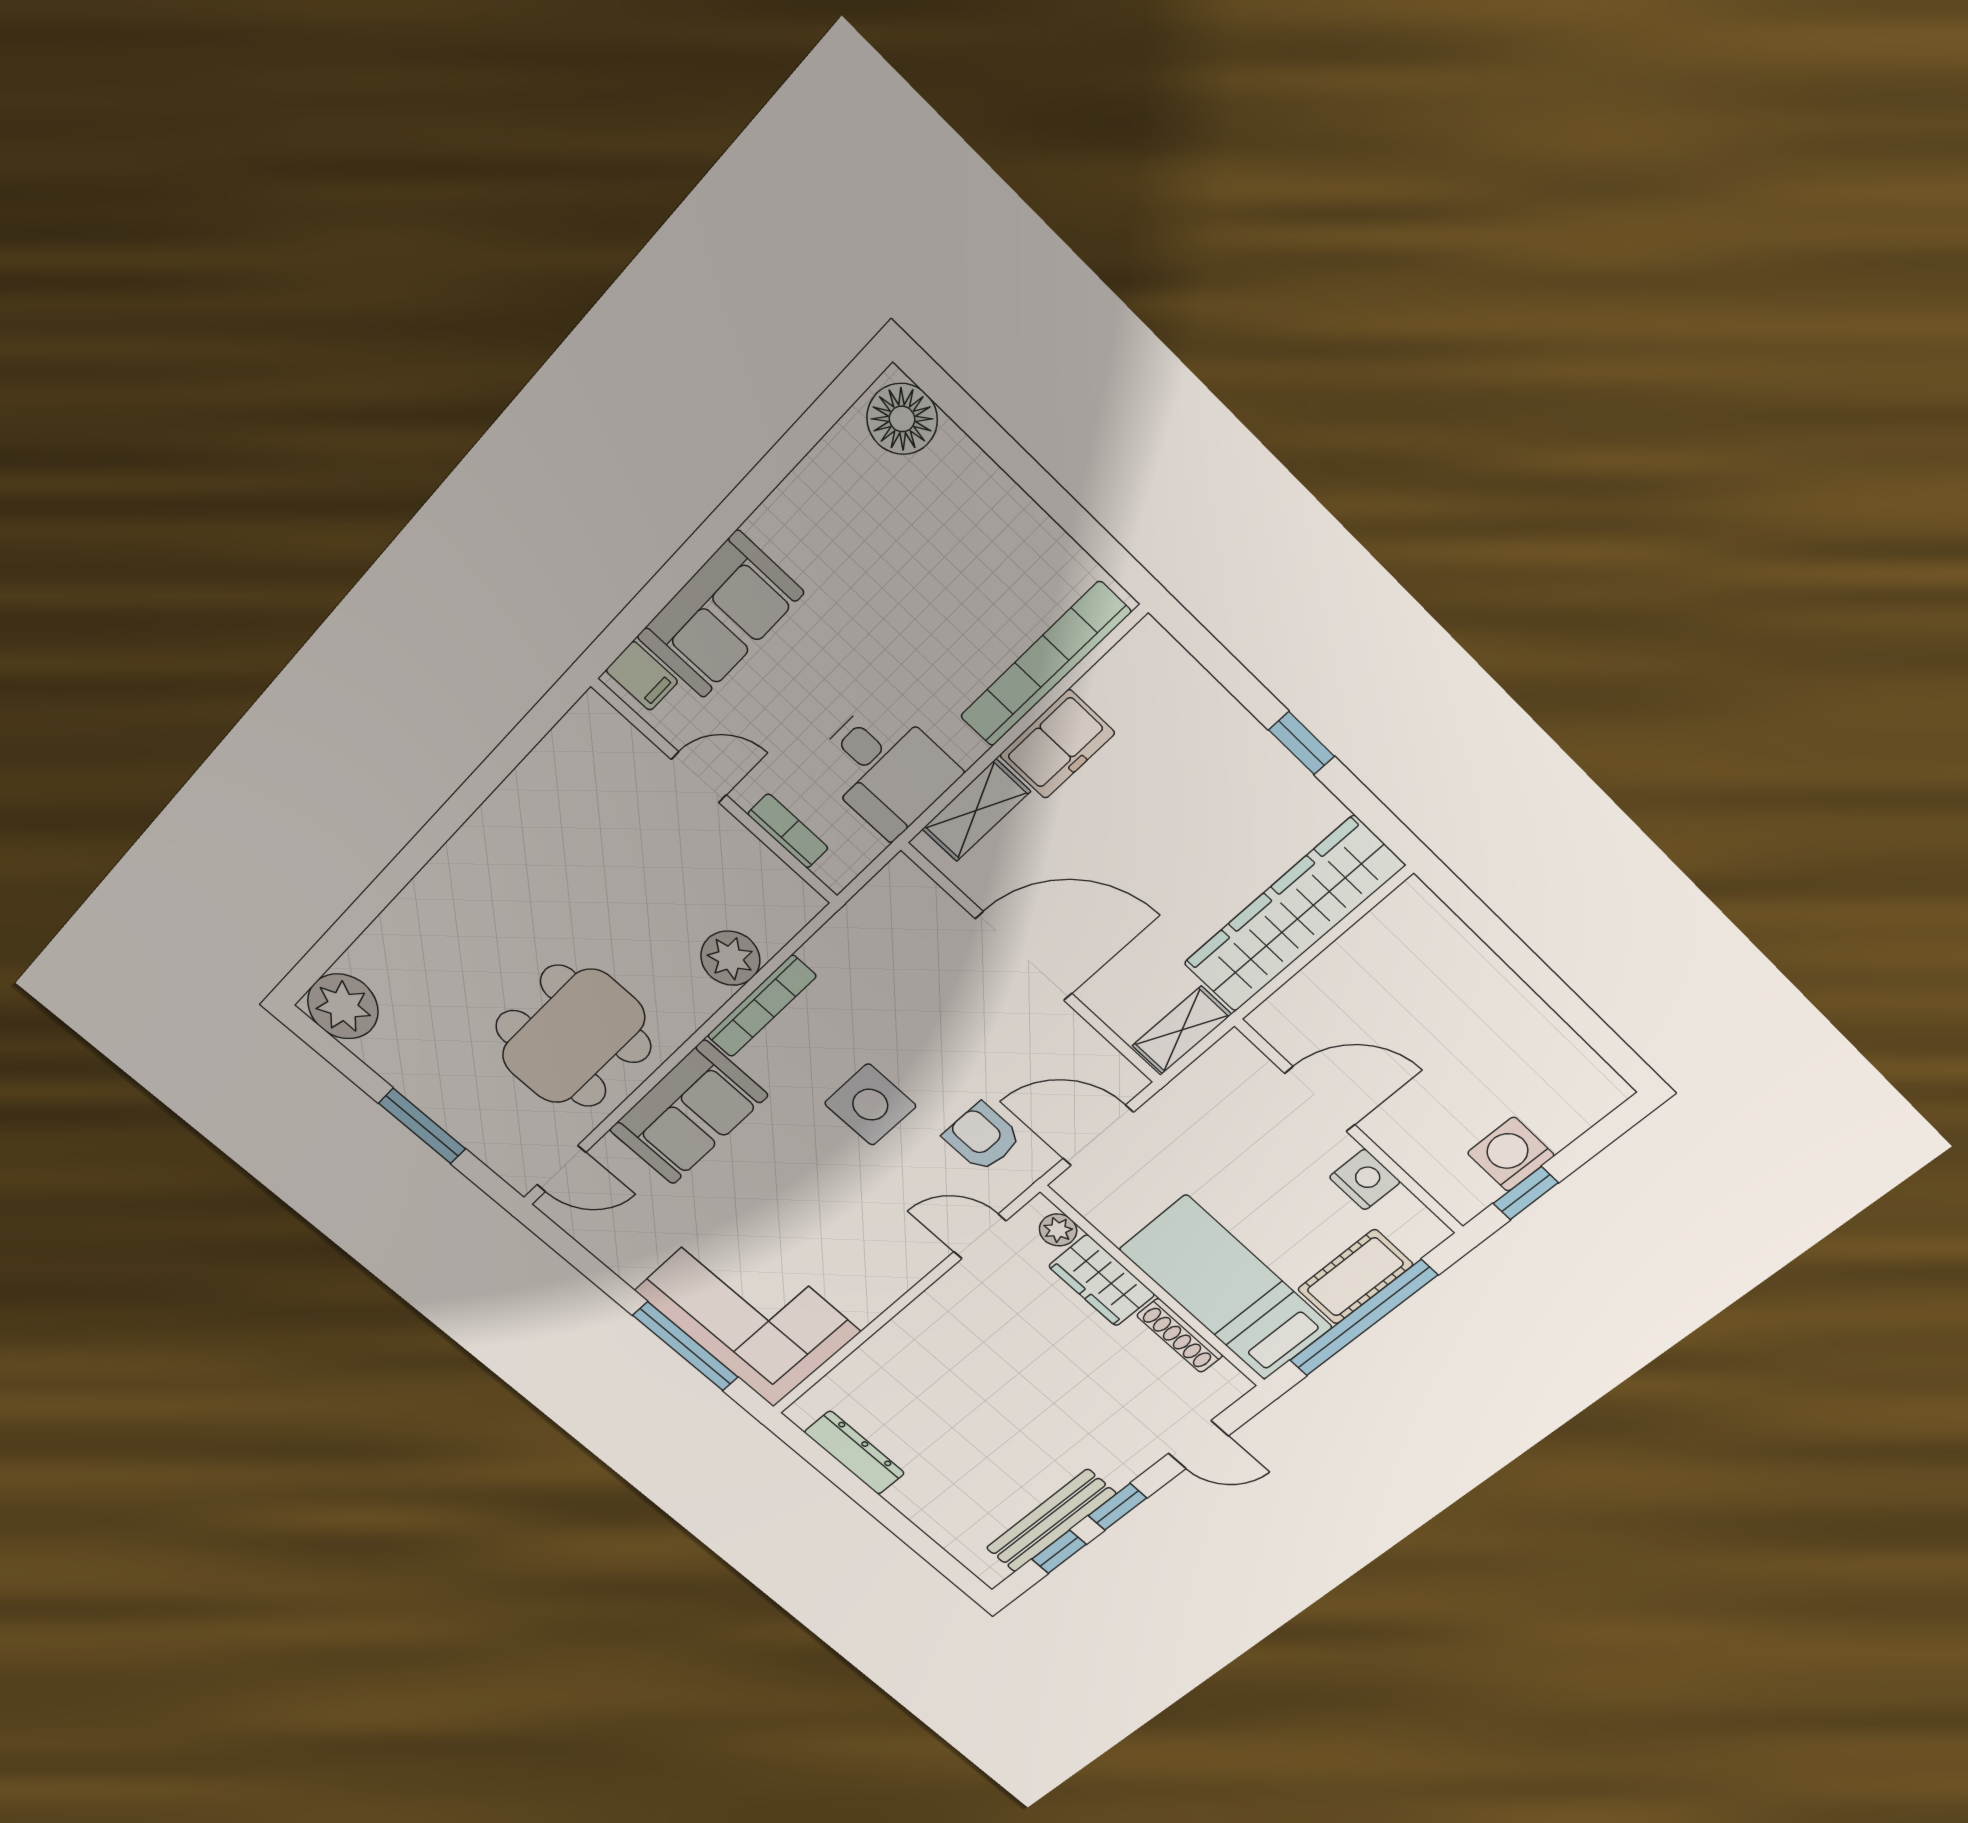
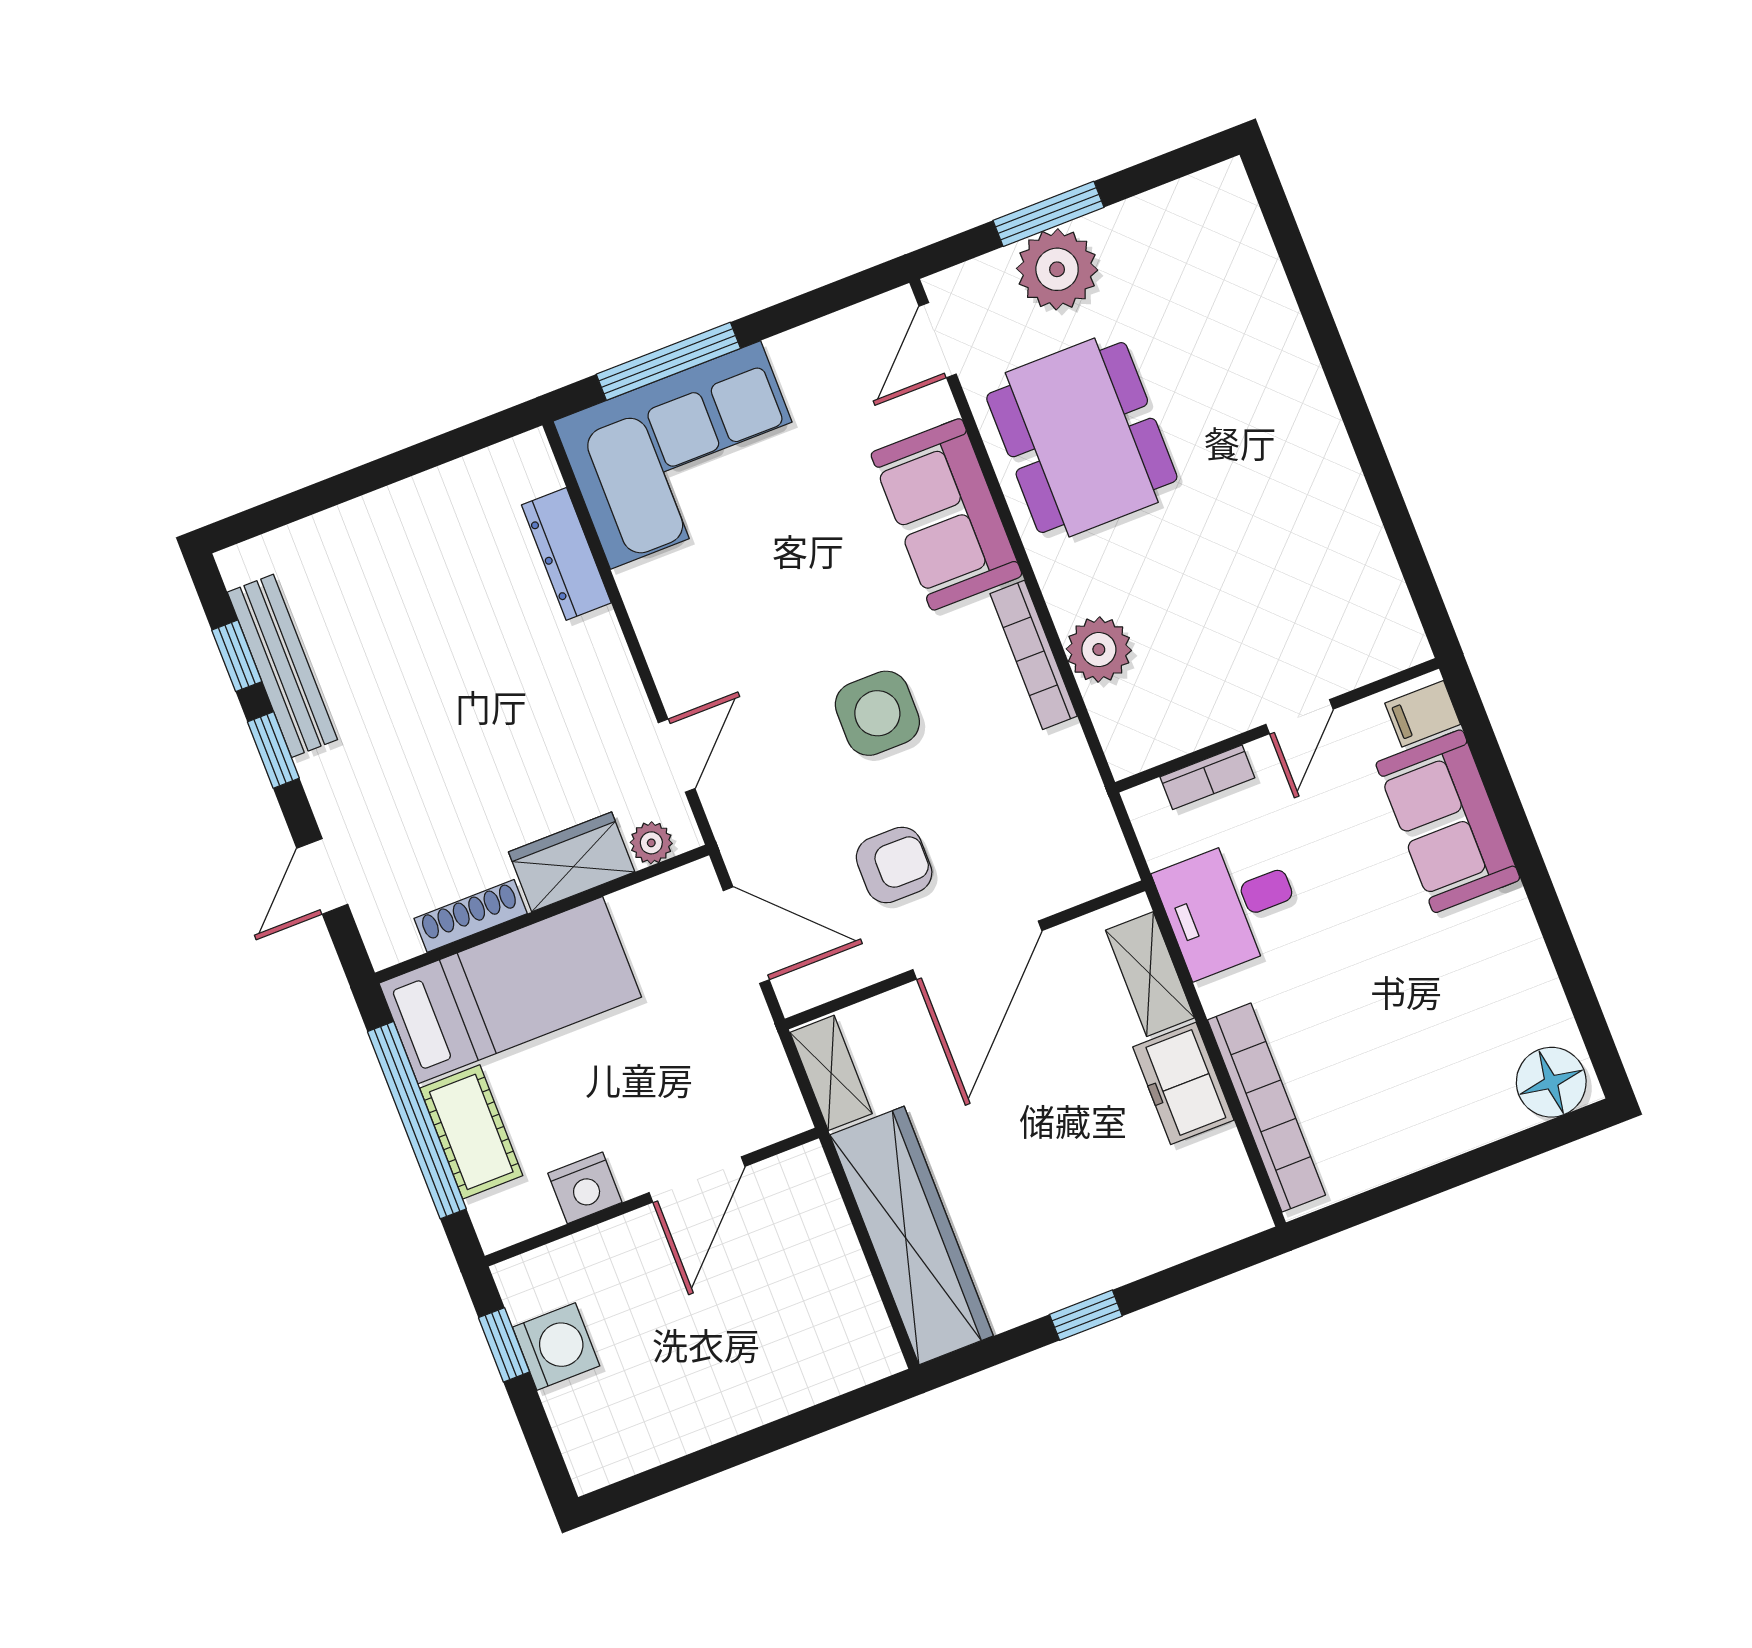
plant: (343, 1006) -> (1057, 269), moved
door: (1098, 1135) -> (746, 935), hinge flipped
armchair: (982, 1137) -> (894, 865), moved
dresser: (854, 1453) -> (566, 554), moved, turned 90

